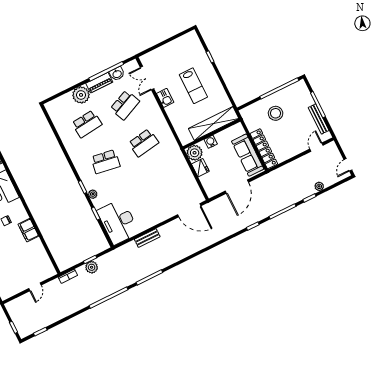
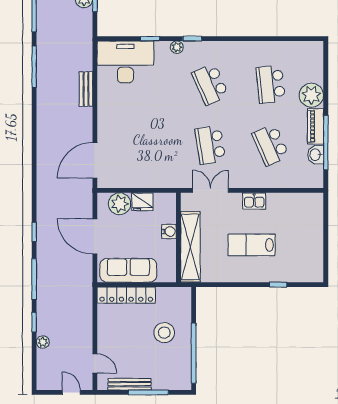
double door: (147, 78) -> (211, 190), moved
plant: (195, 153) -> (120, 204), moved
school desk: (106, 162) -> (210, 84), turned -33
door: (348, 165) -> (71, 392), moved

